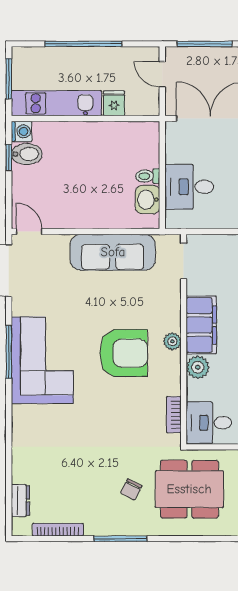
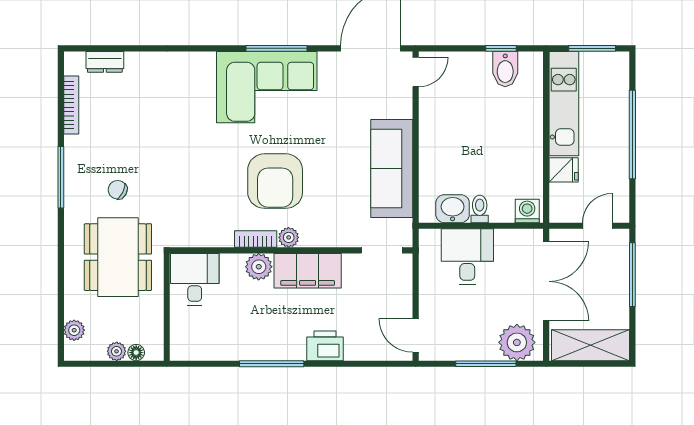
washing machine: (22, 131) -> (527, 211), moved, turned 180
bookcase: (174, 415) -> (256, 239), moved

